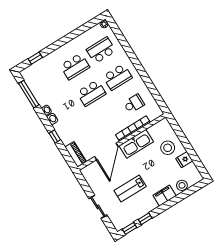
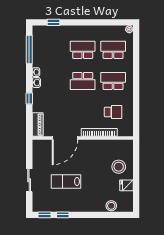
school desk: (75, 66) -> (83, 50), turned 180
school desk: (117, 77) -> (113, 81), turned 180
kitchen sink: (136, 144) -> (94, 147), removed
filing cabinet: (165, 196) -> (91, 205), removed

